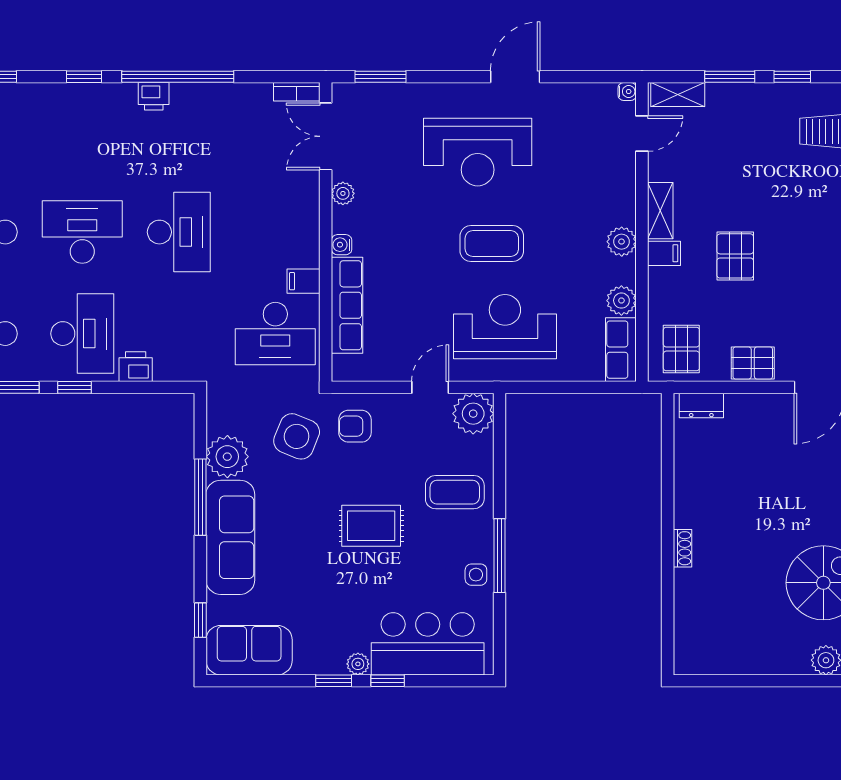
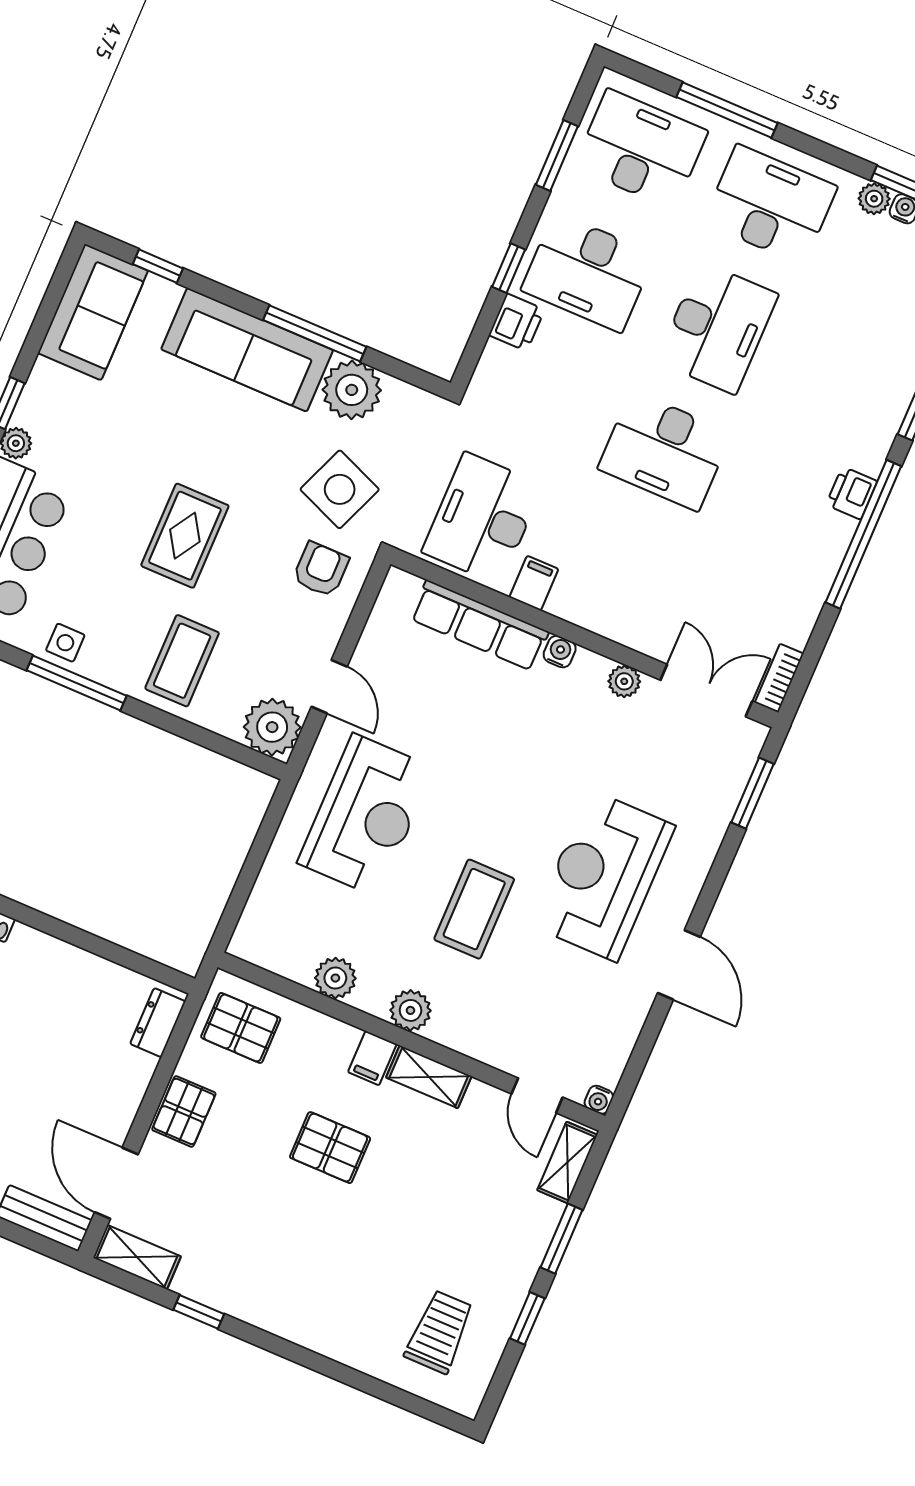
coffee table: (492, 244) -> (474, 909), moved
row of seats: (621, 350) -> (273, 951), removed
window: (75, 387) -> (509, 268), moved

